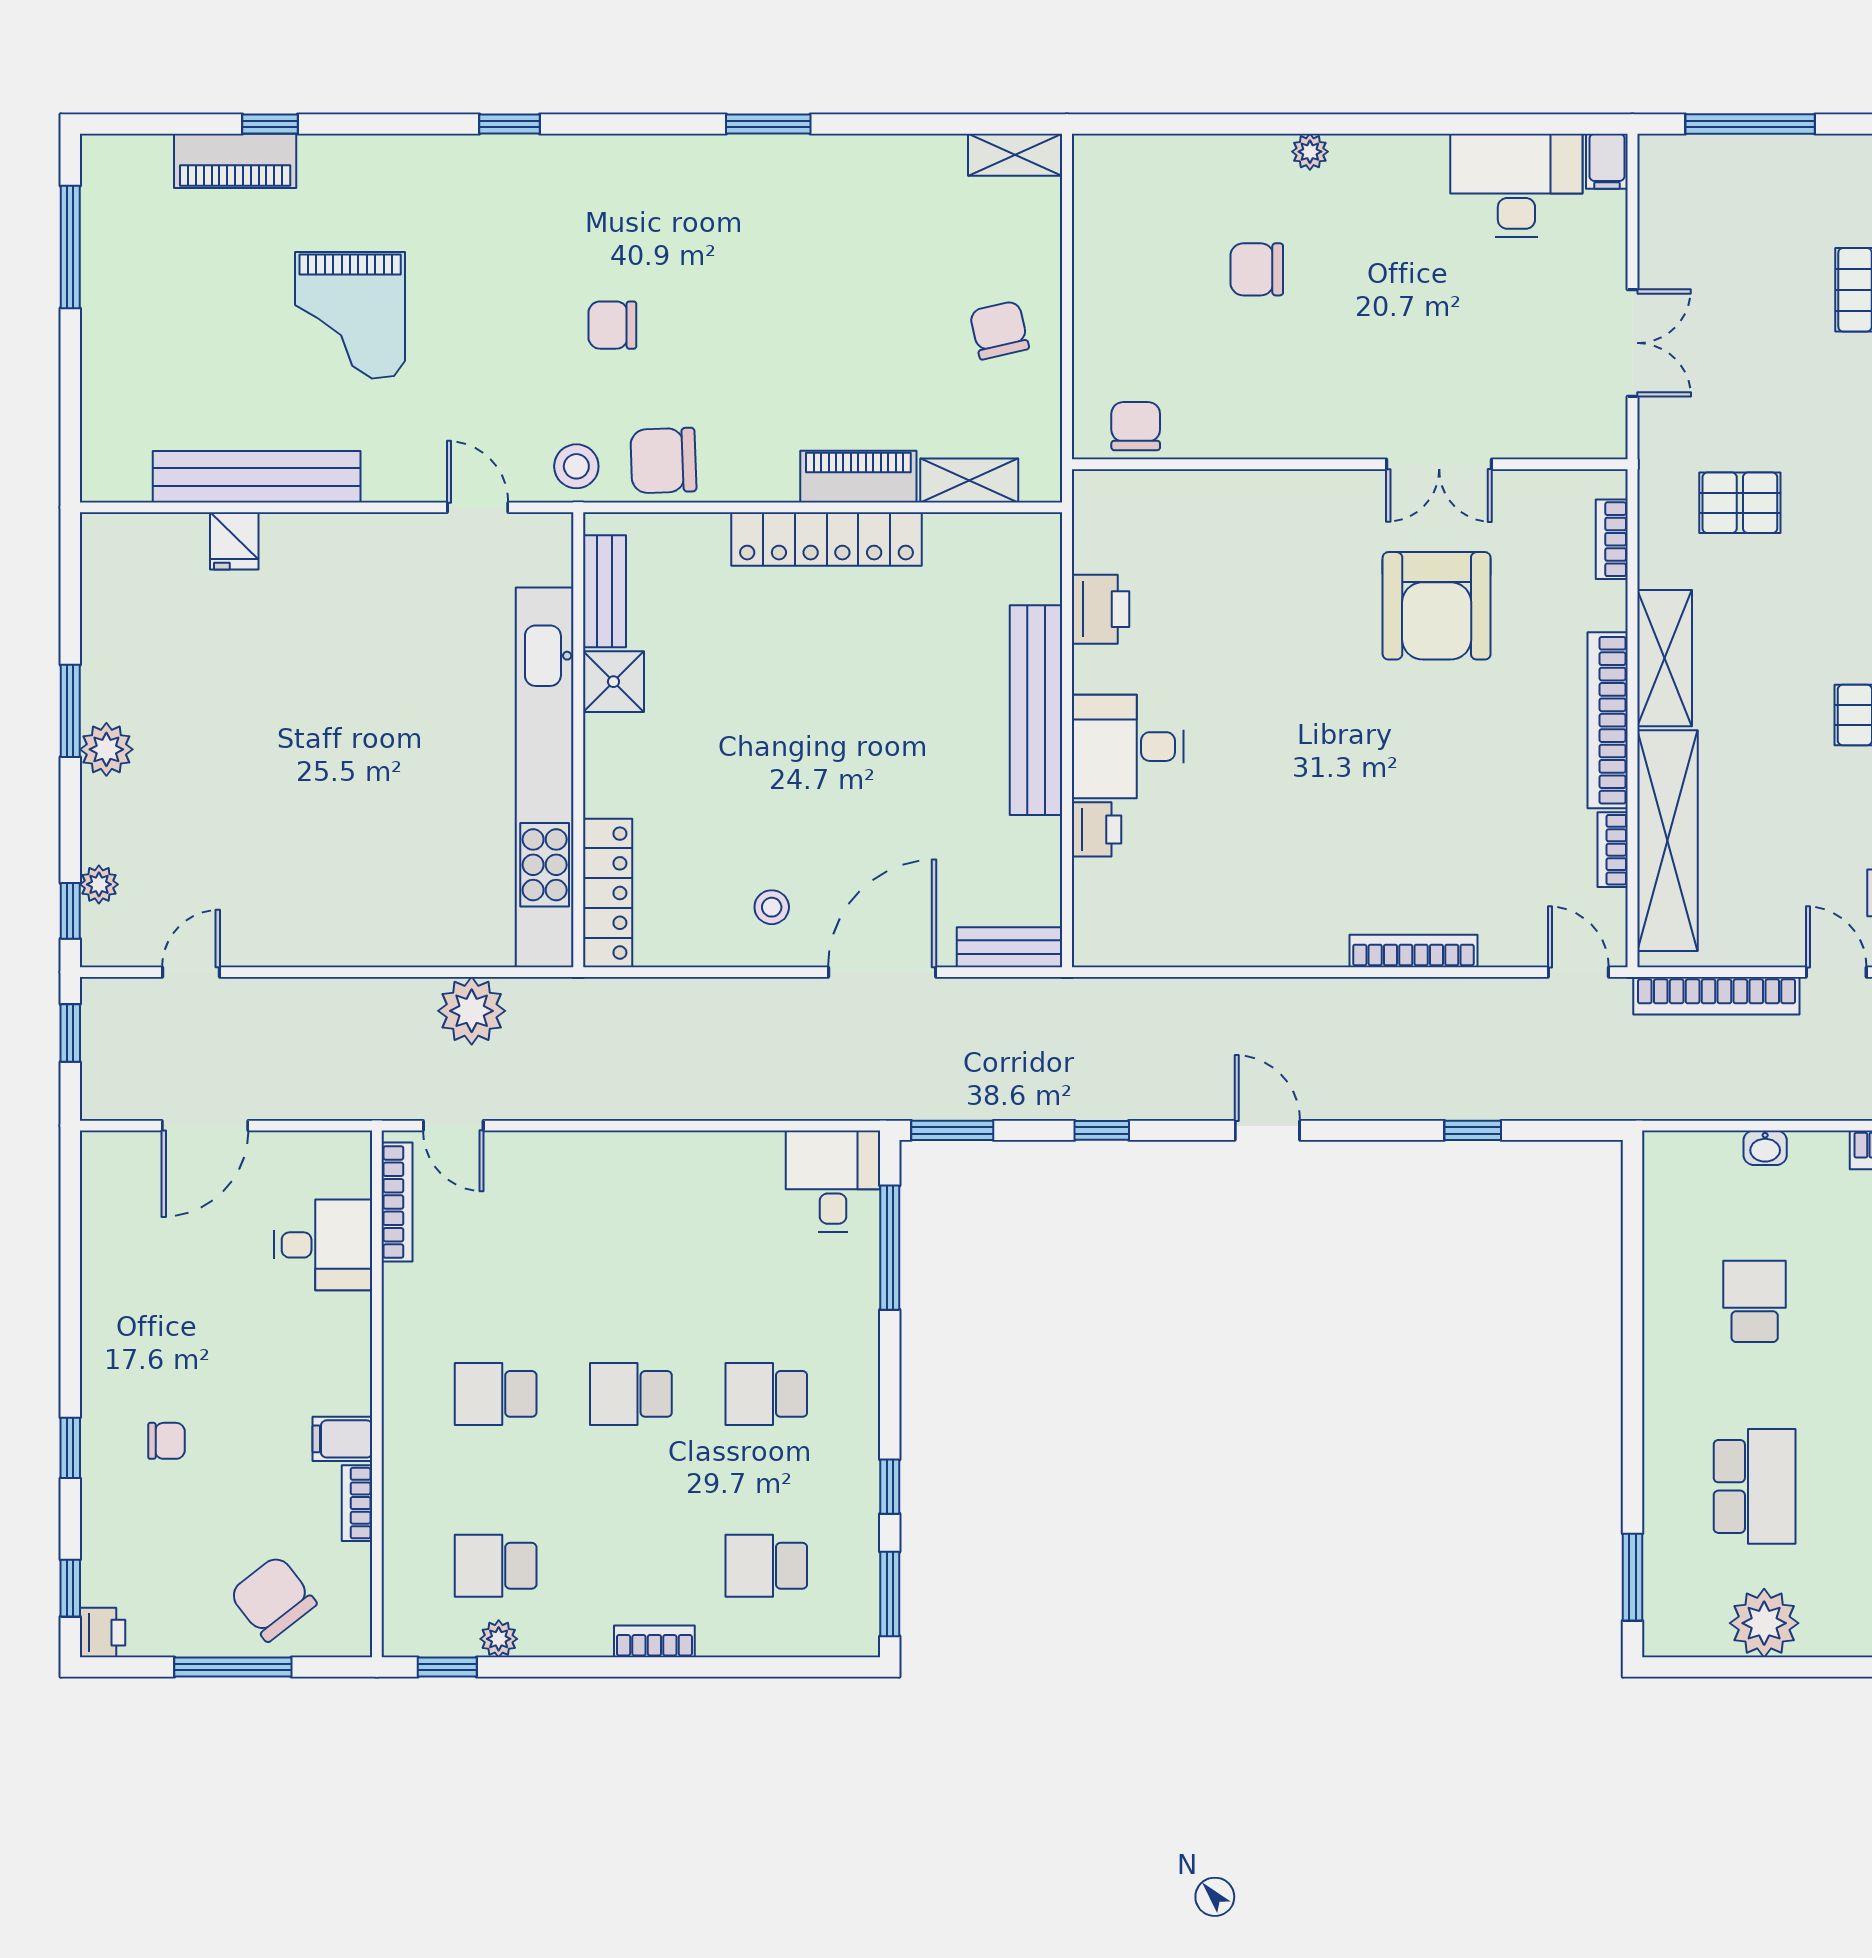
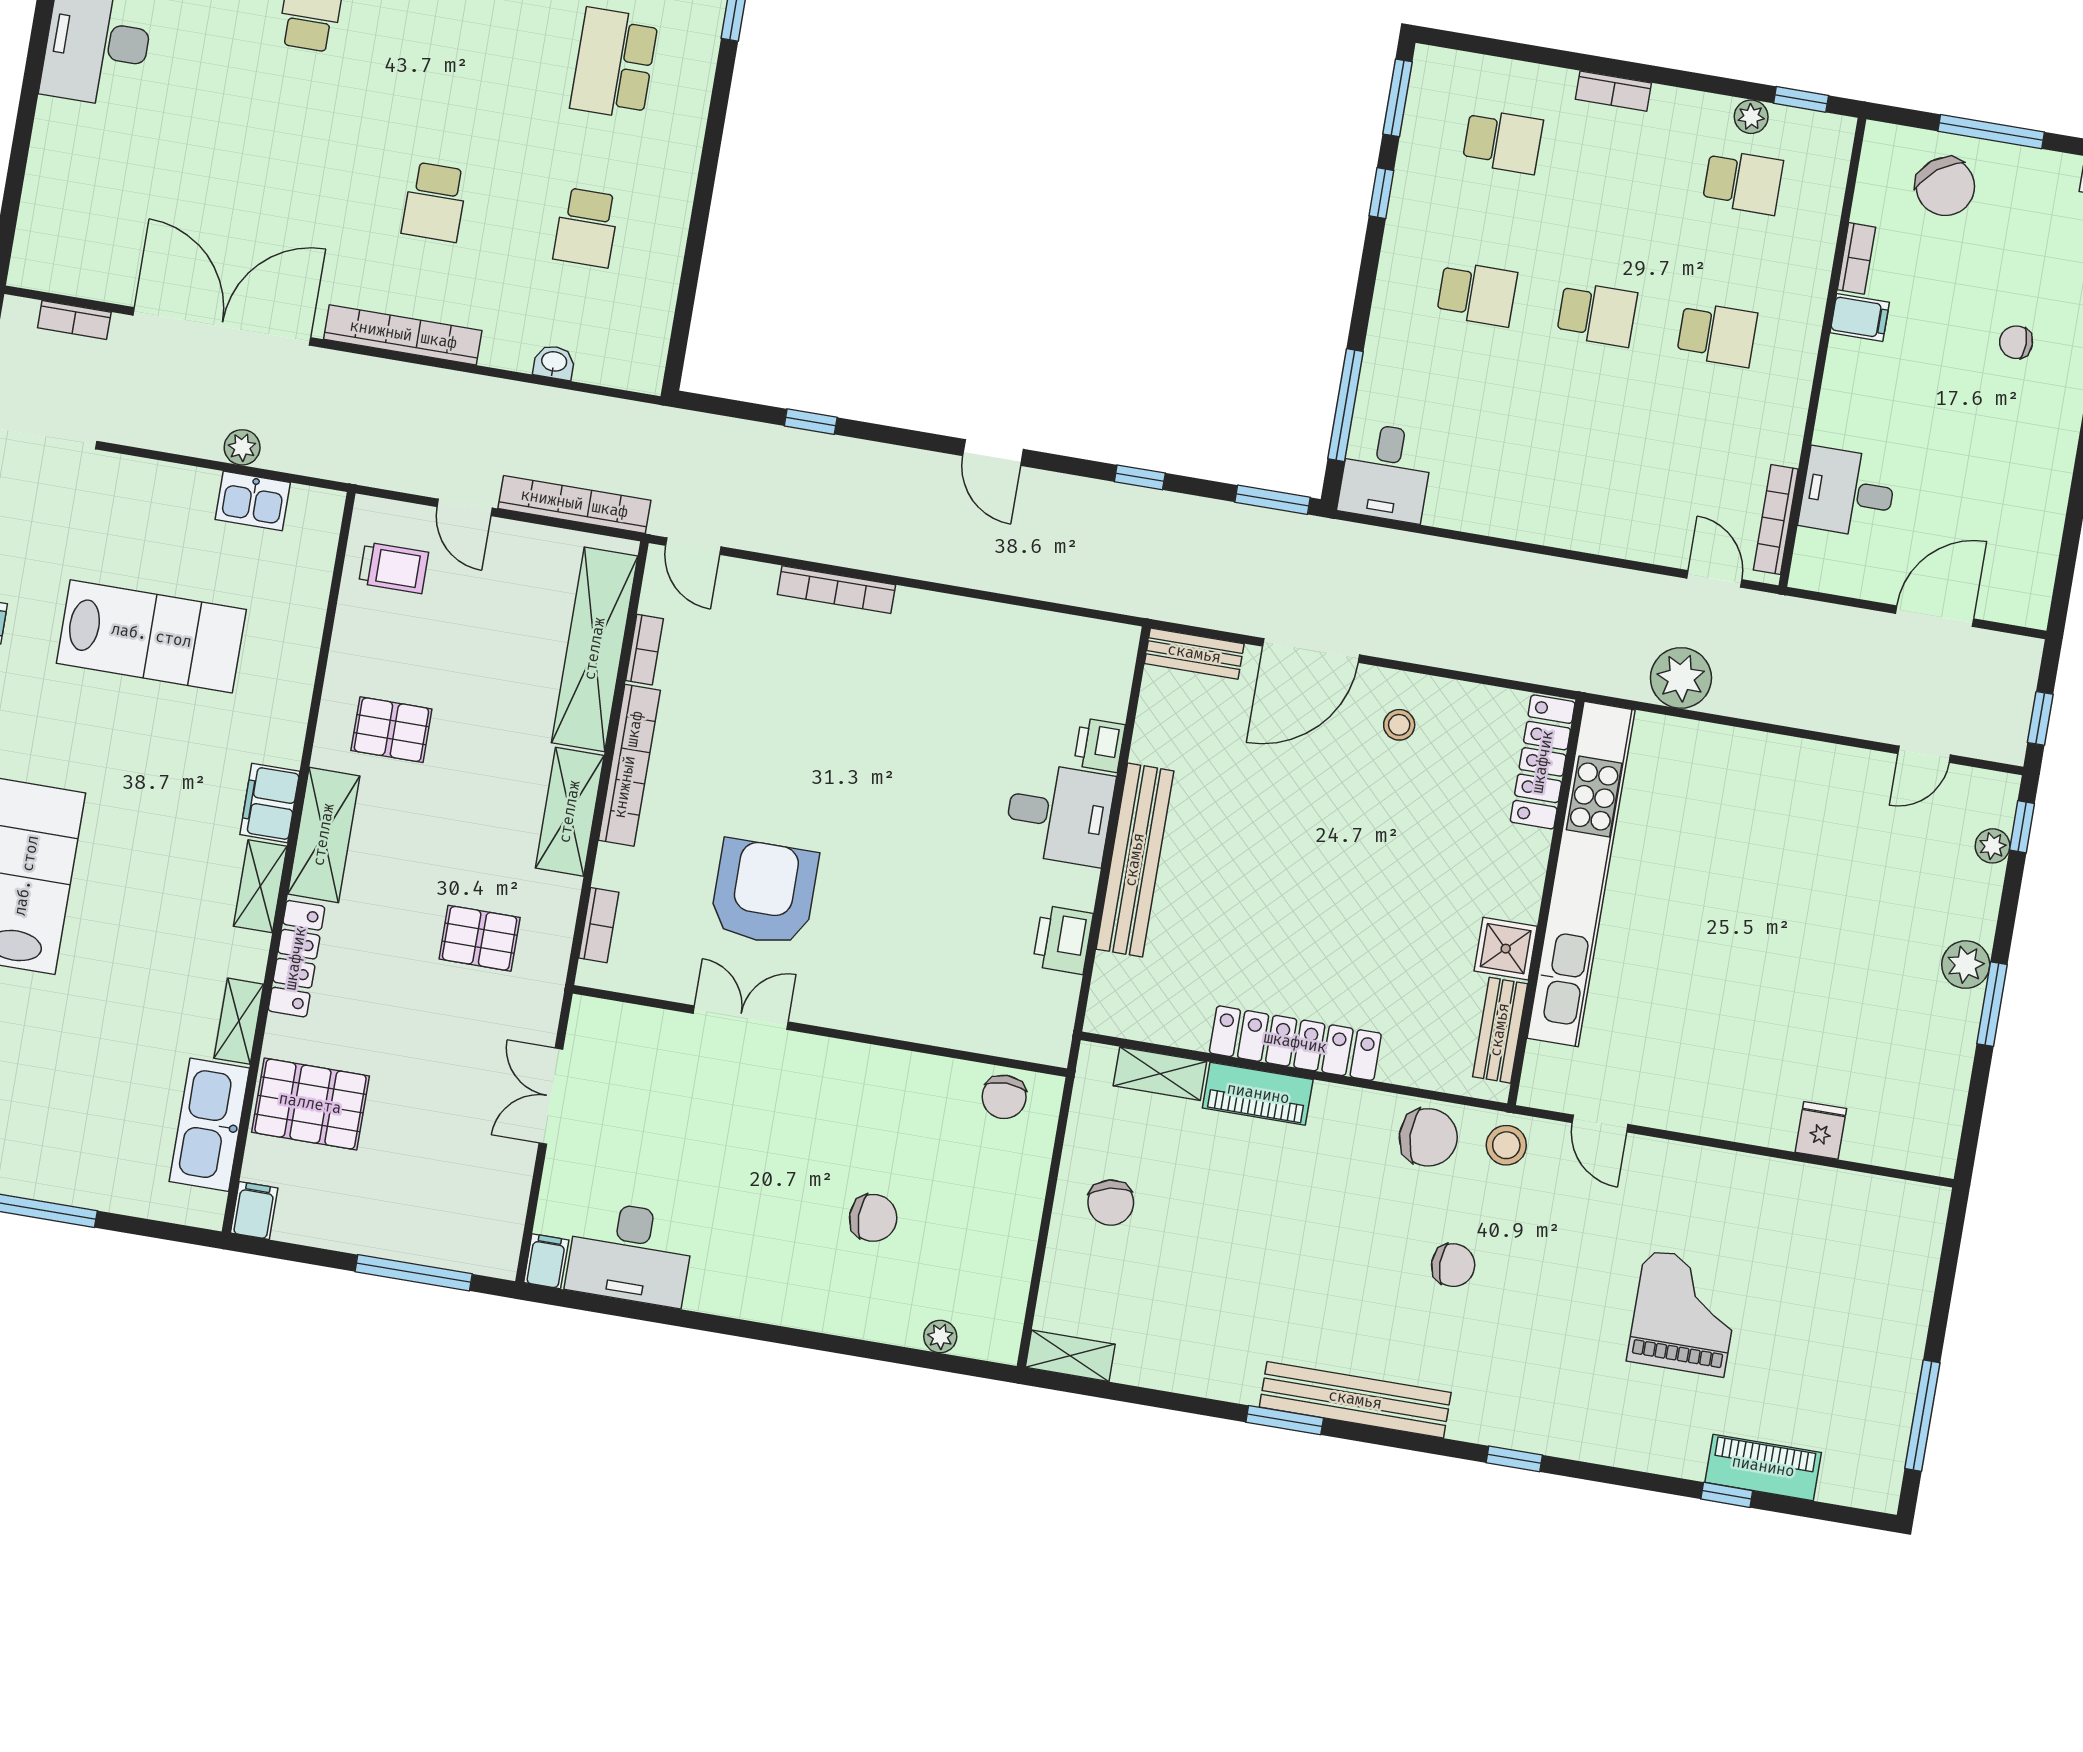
plant: (1310, 152) -> (940, 1337), moved
bench: (257, 477) -> (1355, 1400), moved

